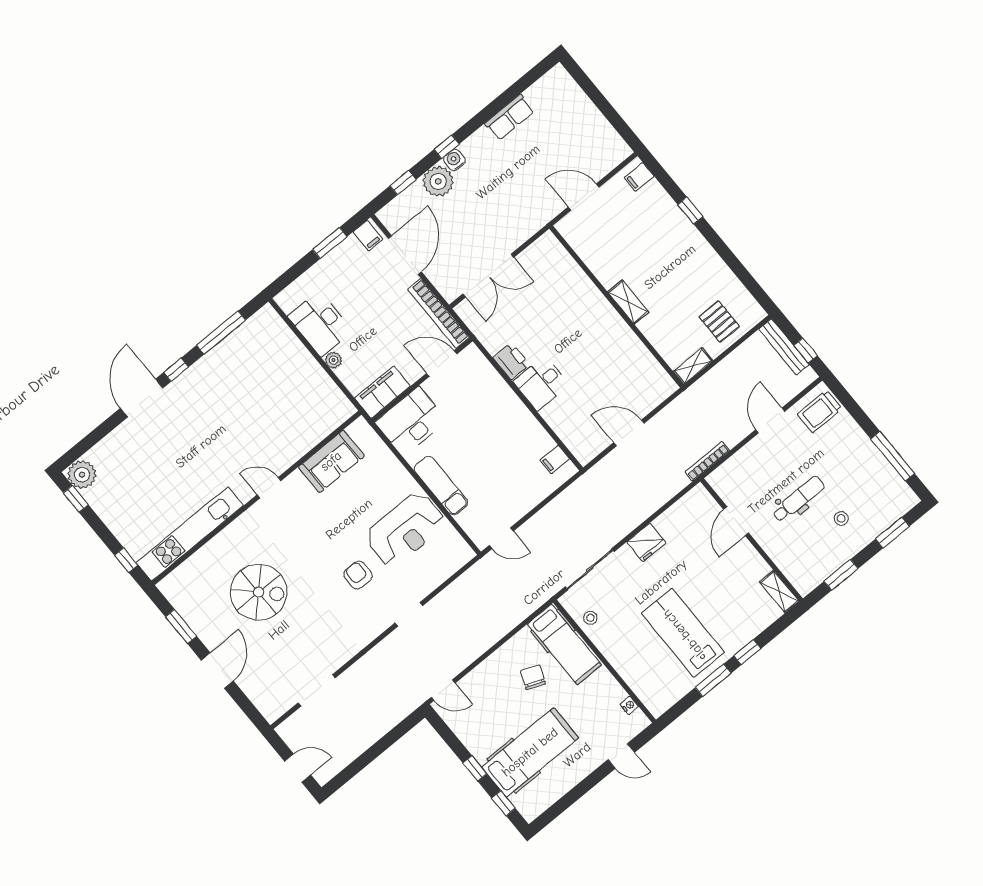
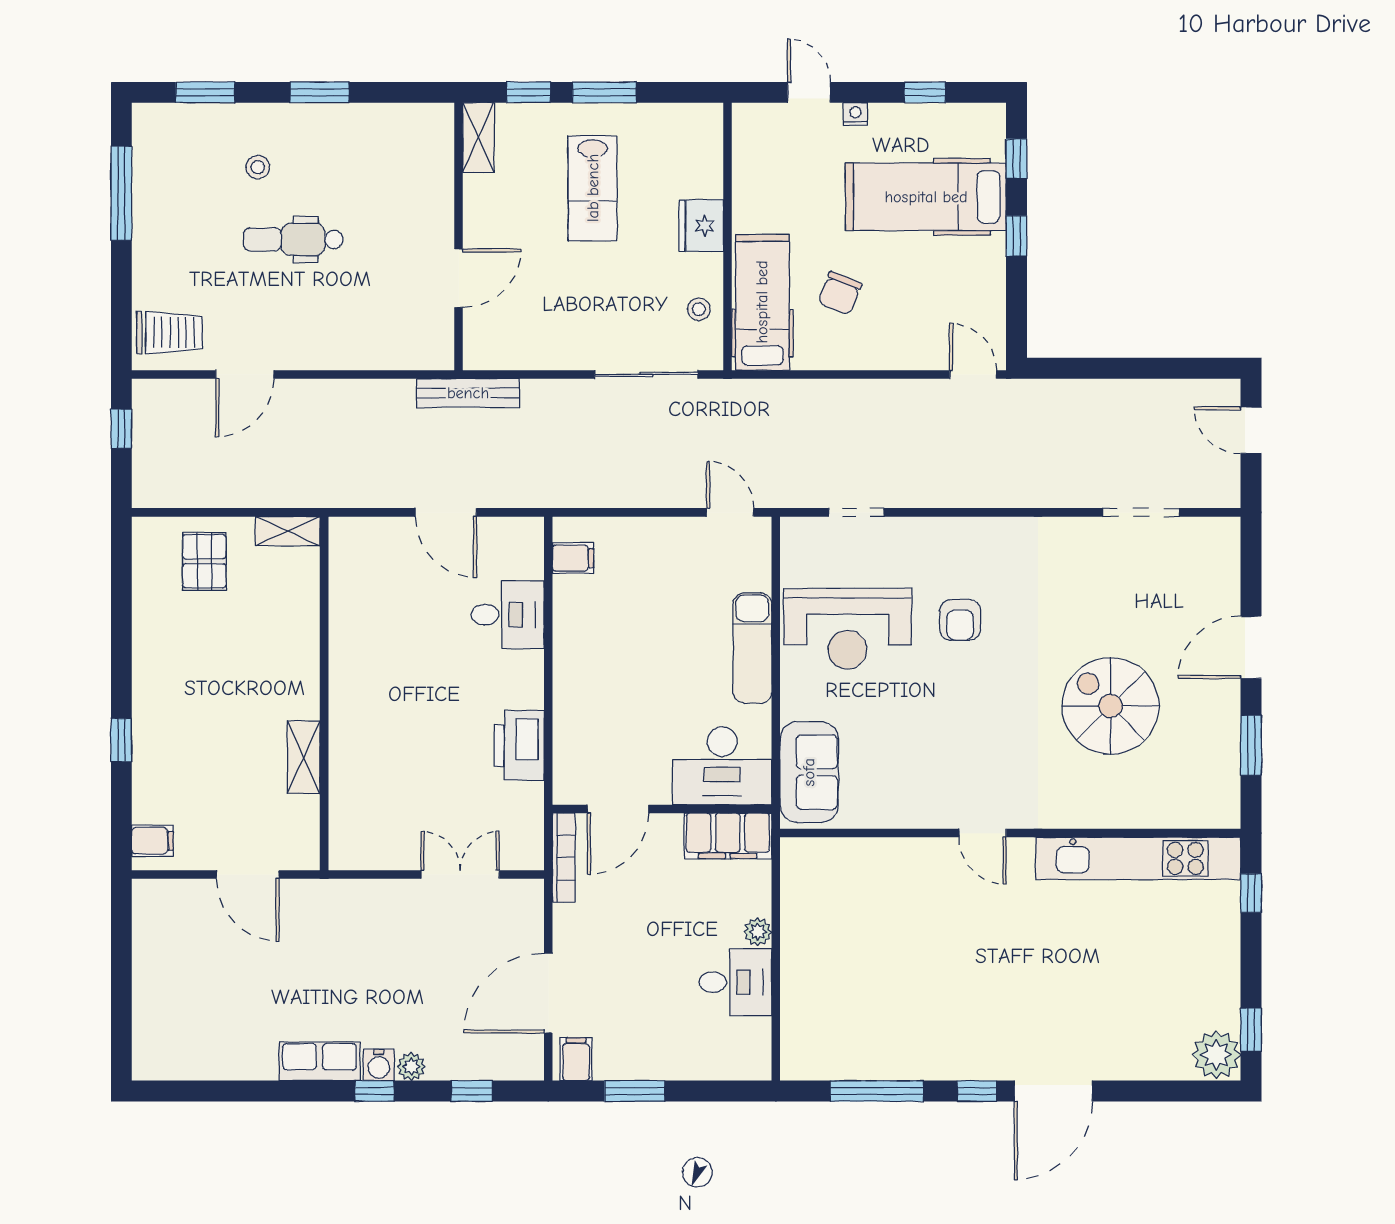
row of seats: (510, 117) -> (320, 1061), moved
plant: (438, 181) -> (411, 1067), width x0.53, depth x0.53
double door: (488, 276) -> (460, 874), width x0.73
shelving: (628, 302) -> (304, 757), moved
bookcase: (439, 313) -> (564, 858), width x0.68, depth x0.76
desk: (320, 324) -> (735, 982), width x0.73
bench: (784, 347) -> (468, 393), moved, turned 90
printer: (511, 361) -> (519, 746), width x1.37, depth x1.19
door: (442, 364) -> (618, 809), hinge flipped
desk: (541, 383) -> (508, 615), moved
sofa: (331, 461) -> (809, 772), moved, turned 90
bookcase: (707, 461) -> (373, 389), removed
door: (736, 521) -> (459, 278), moved
reception desk: (405, 529) -> (848, 629), turned 180
wall: (752, 540) -> (459, 237), moved
fridge: (647, 542) -> (701, 226), moved, turned -90
shelving: (779, 592) -> (478, 138), moved
doorway: (409, 614) -> (856, 512), moved
lab bench: (683, 633) -> (593, 188), width x0.73, depth x0.72
nightstand: (629, 705) -> (855, 114), moved, turned 90
window: (569, 799) -> (925, 92), added

